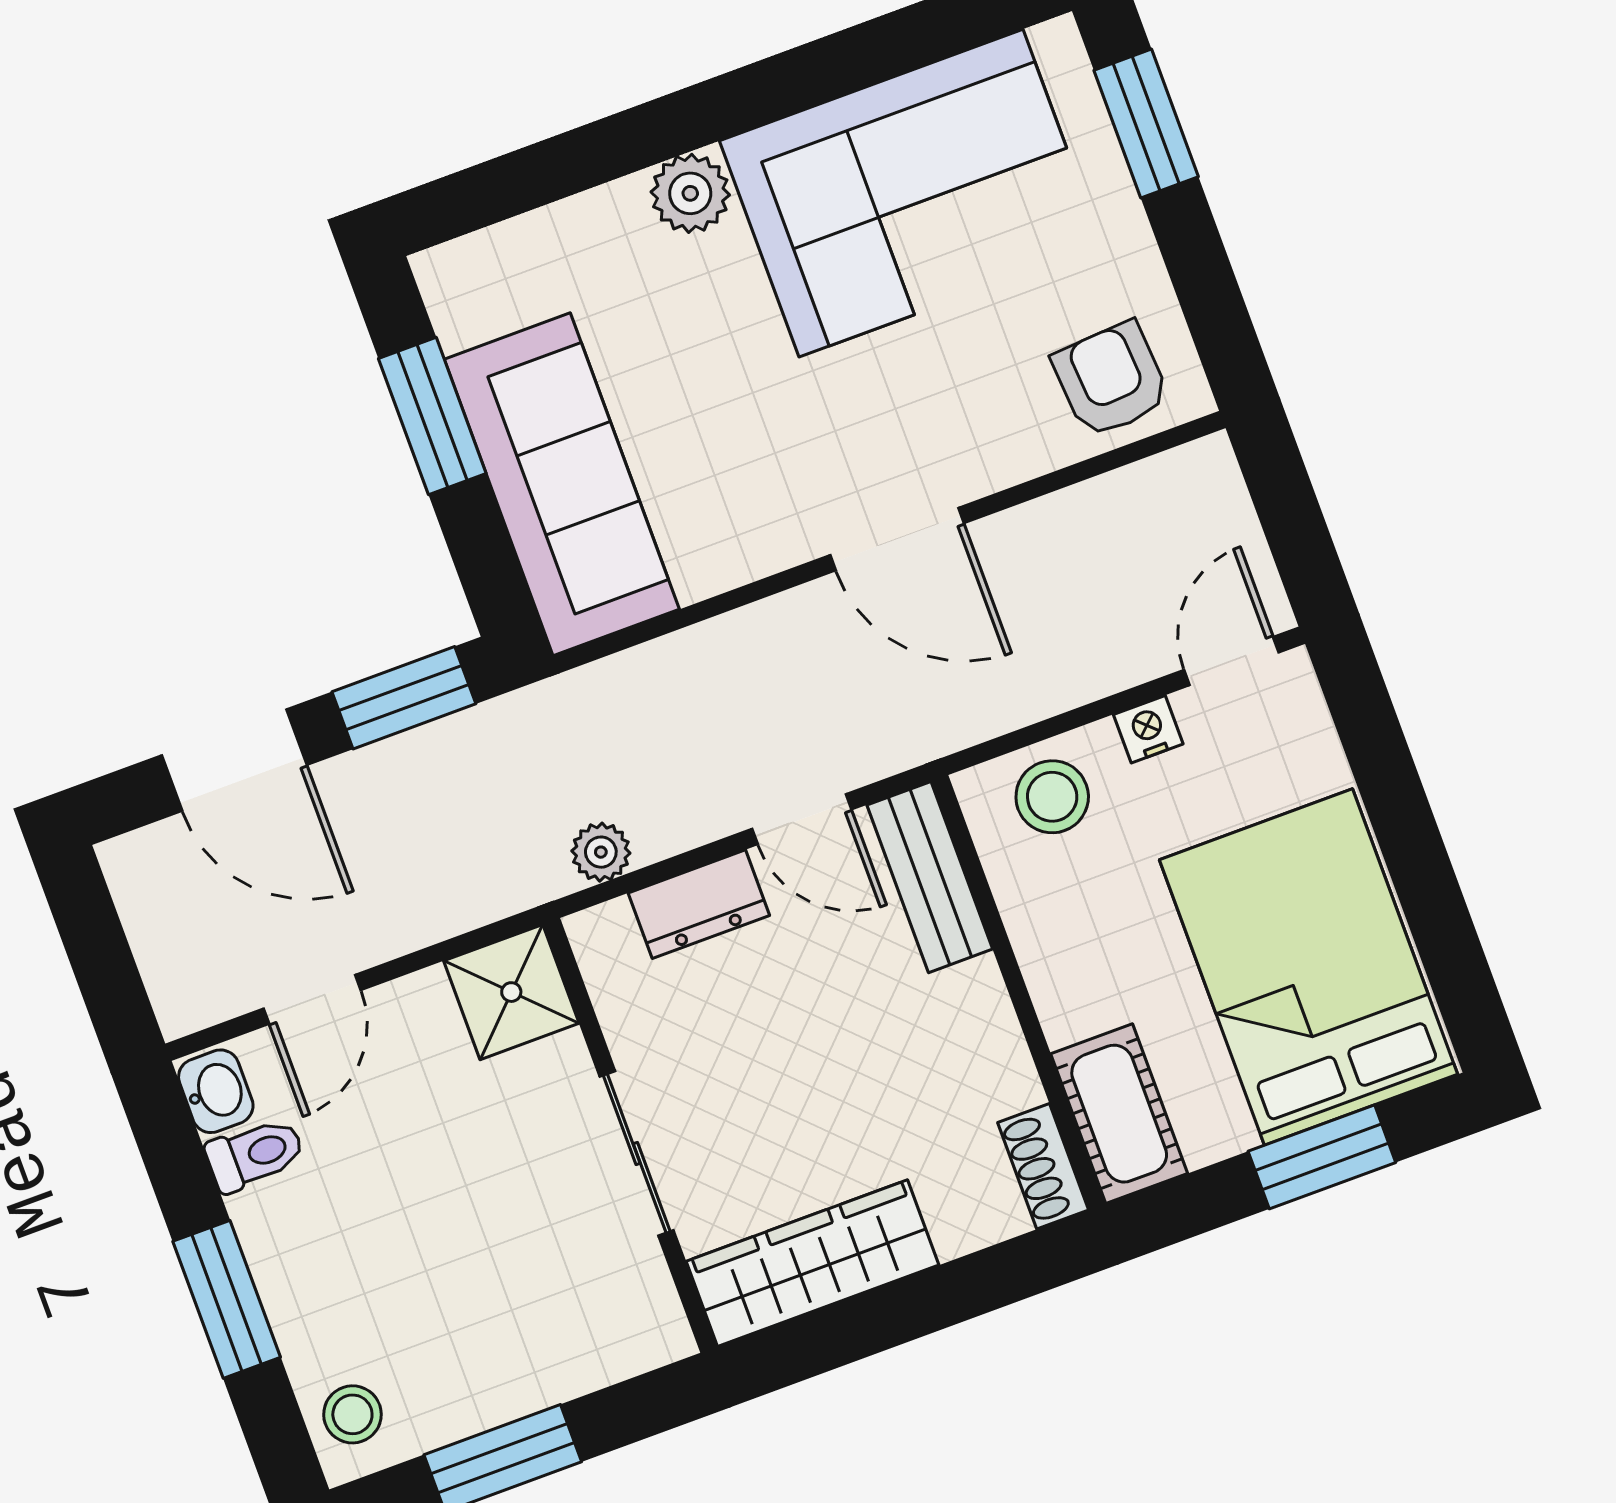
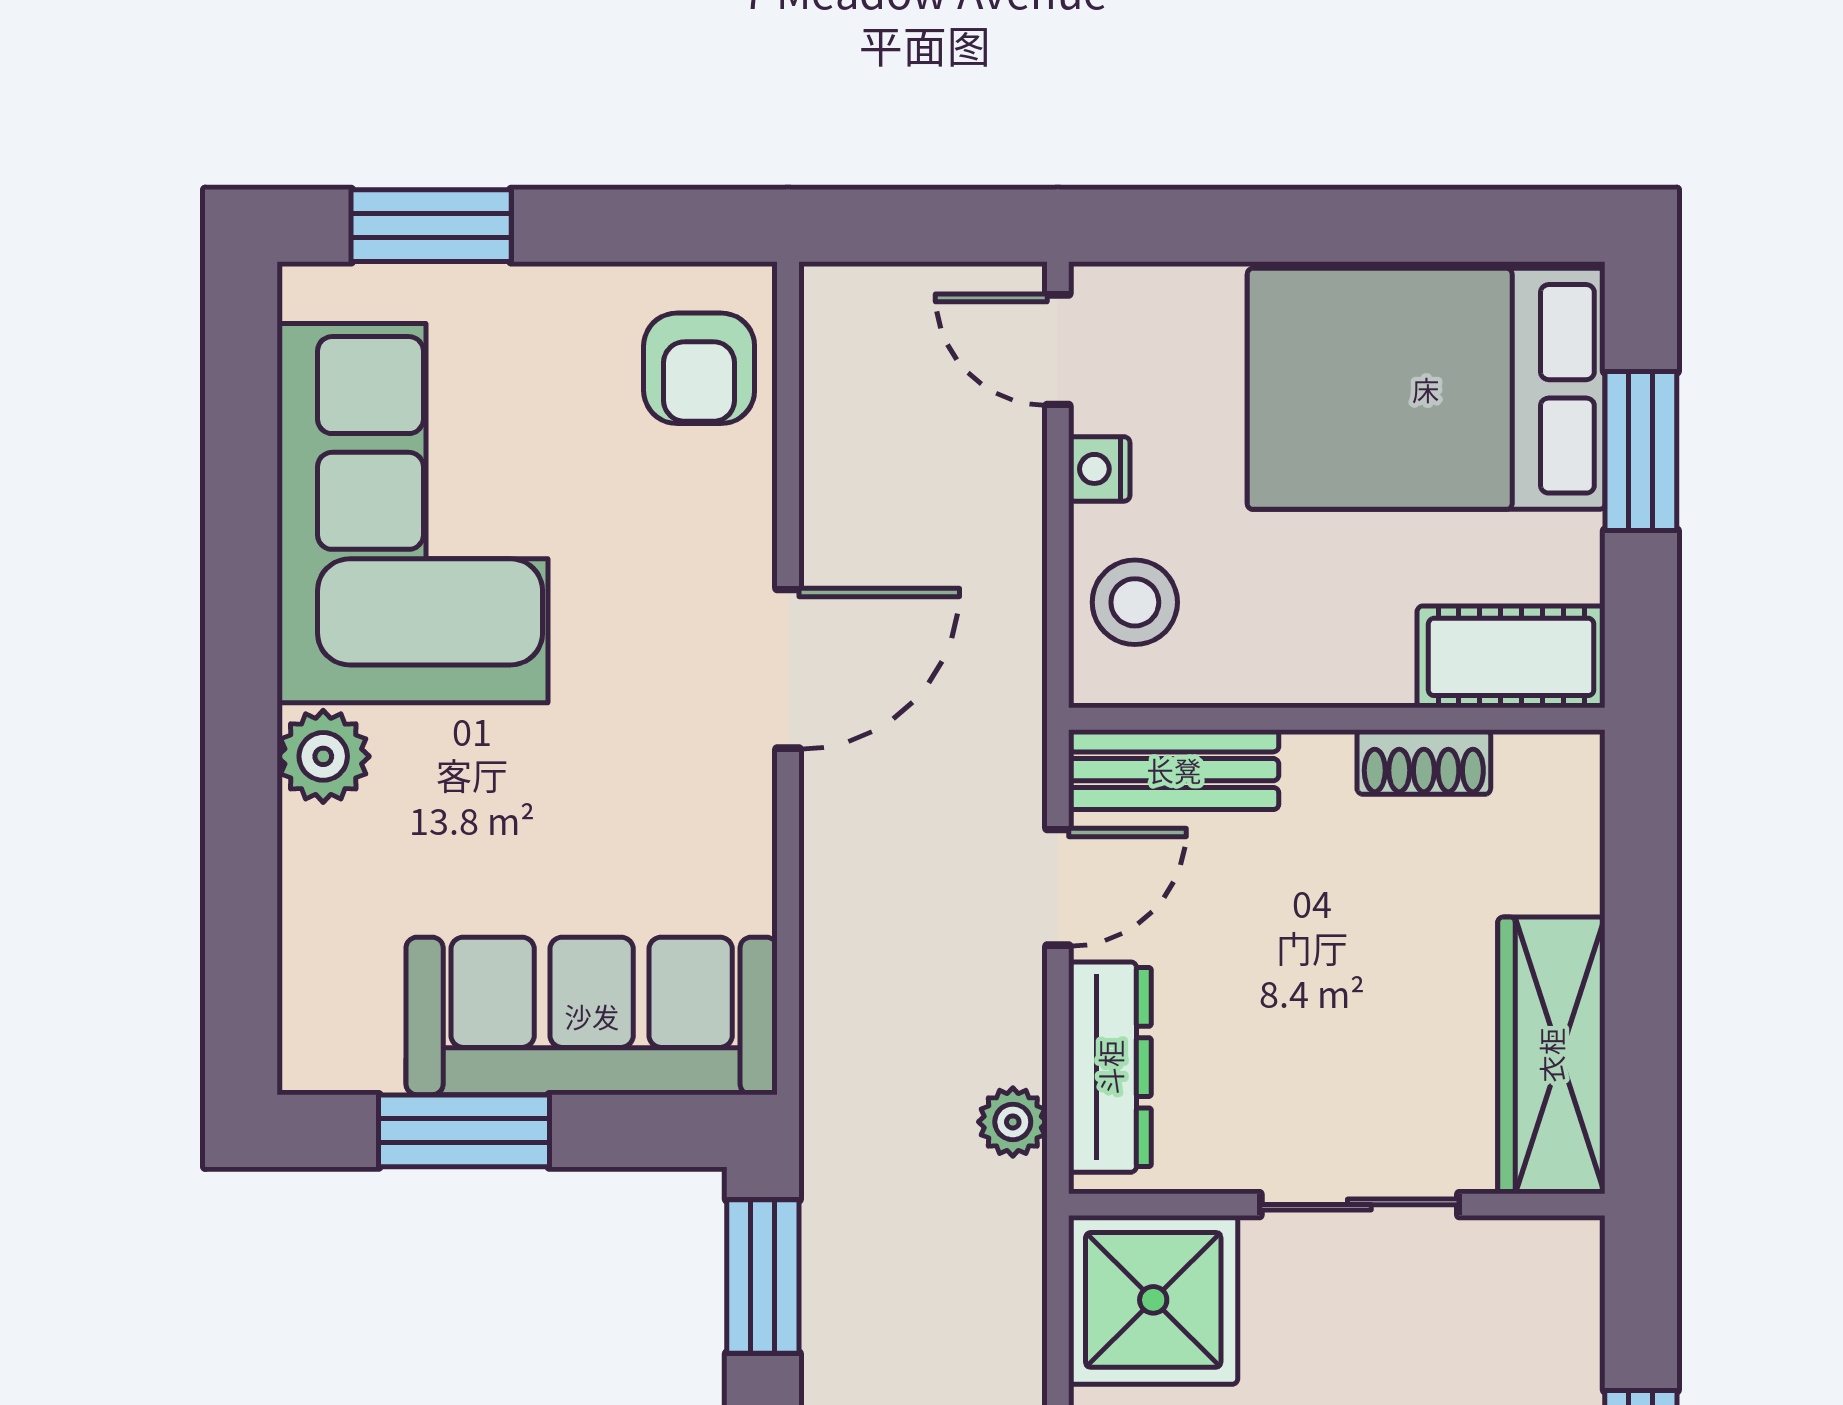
armchair: (1111, 380) -> (699, 368), turned -86
dresser: (699, 904) -> (1110, 1067), width x1.44
shower: (511, 992) -> (1153, 1300), width x1.36, depth x1.36
shoe rack: (1043, 1166) -> (1424, 762), moved

